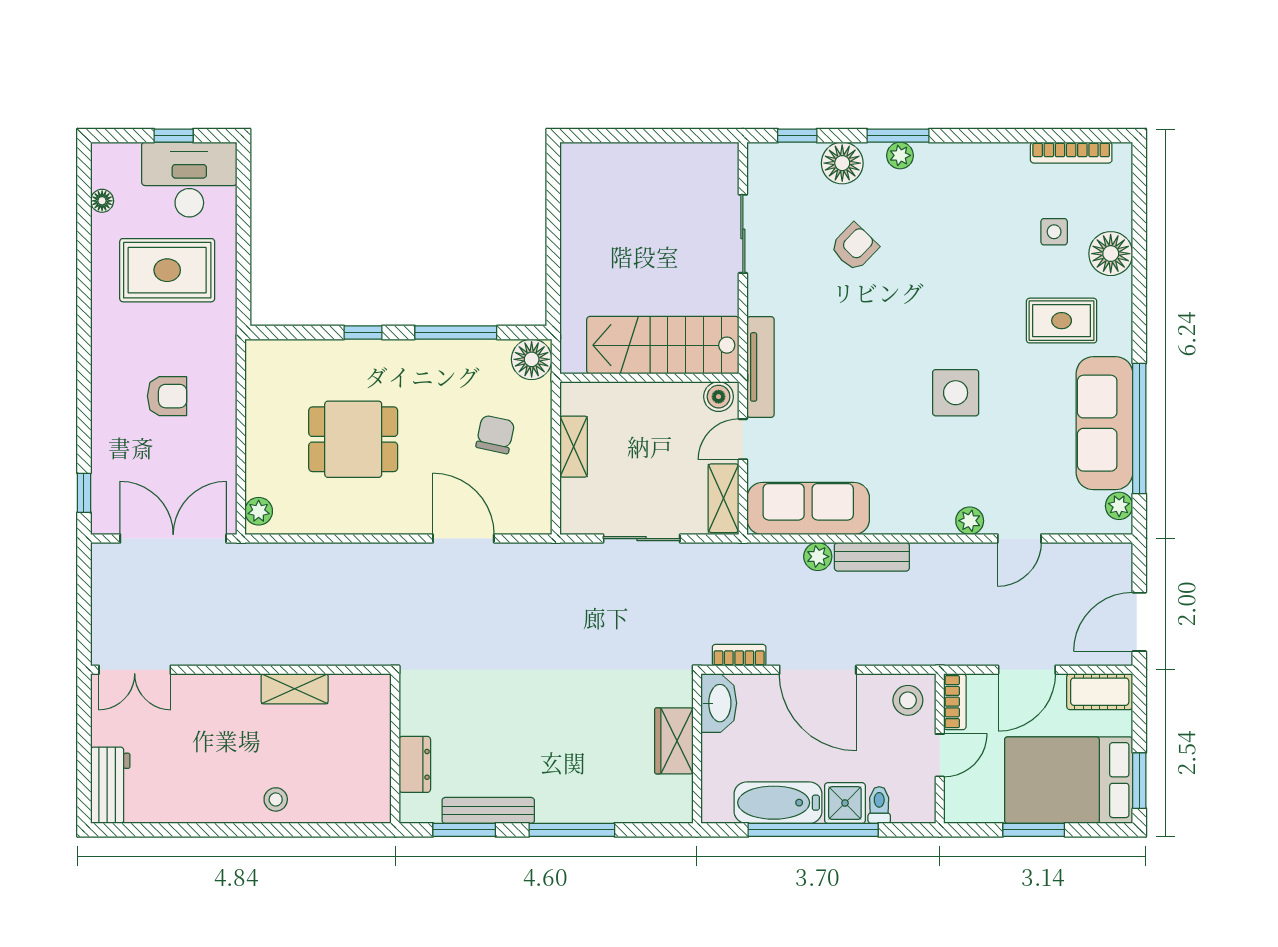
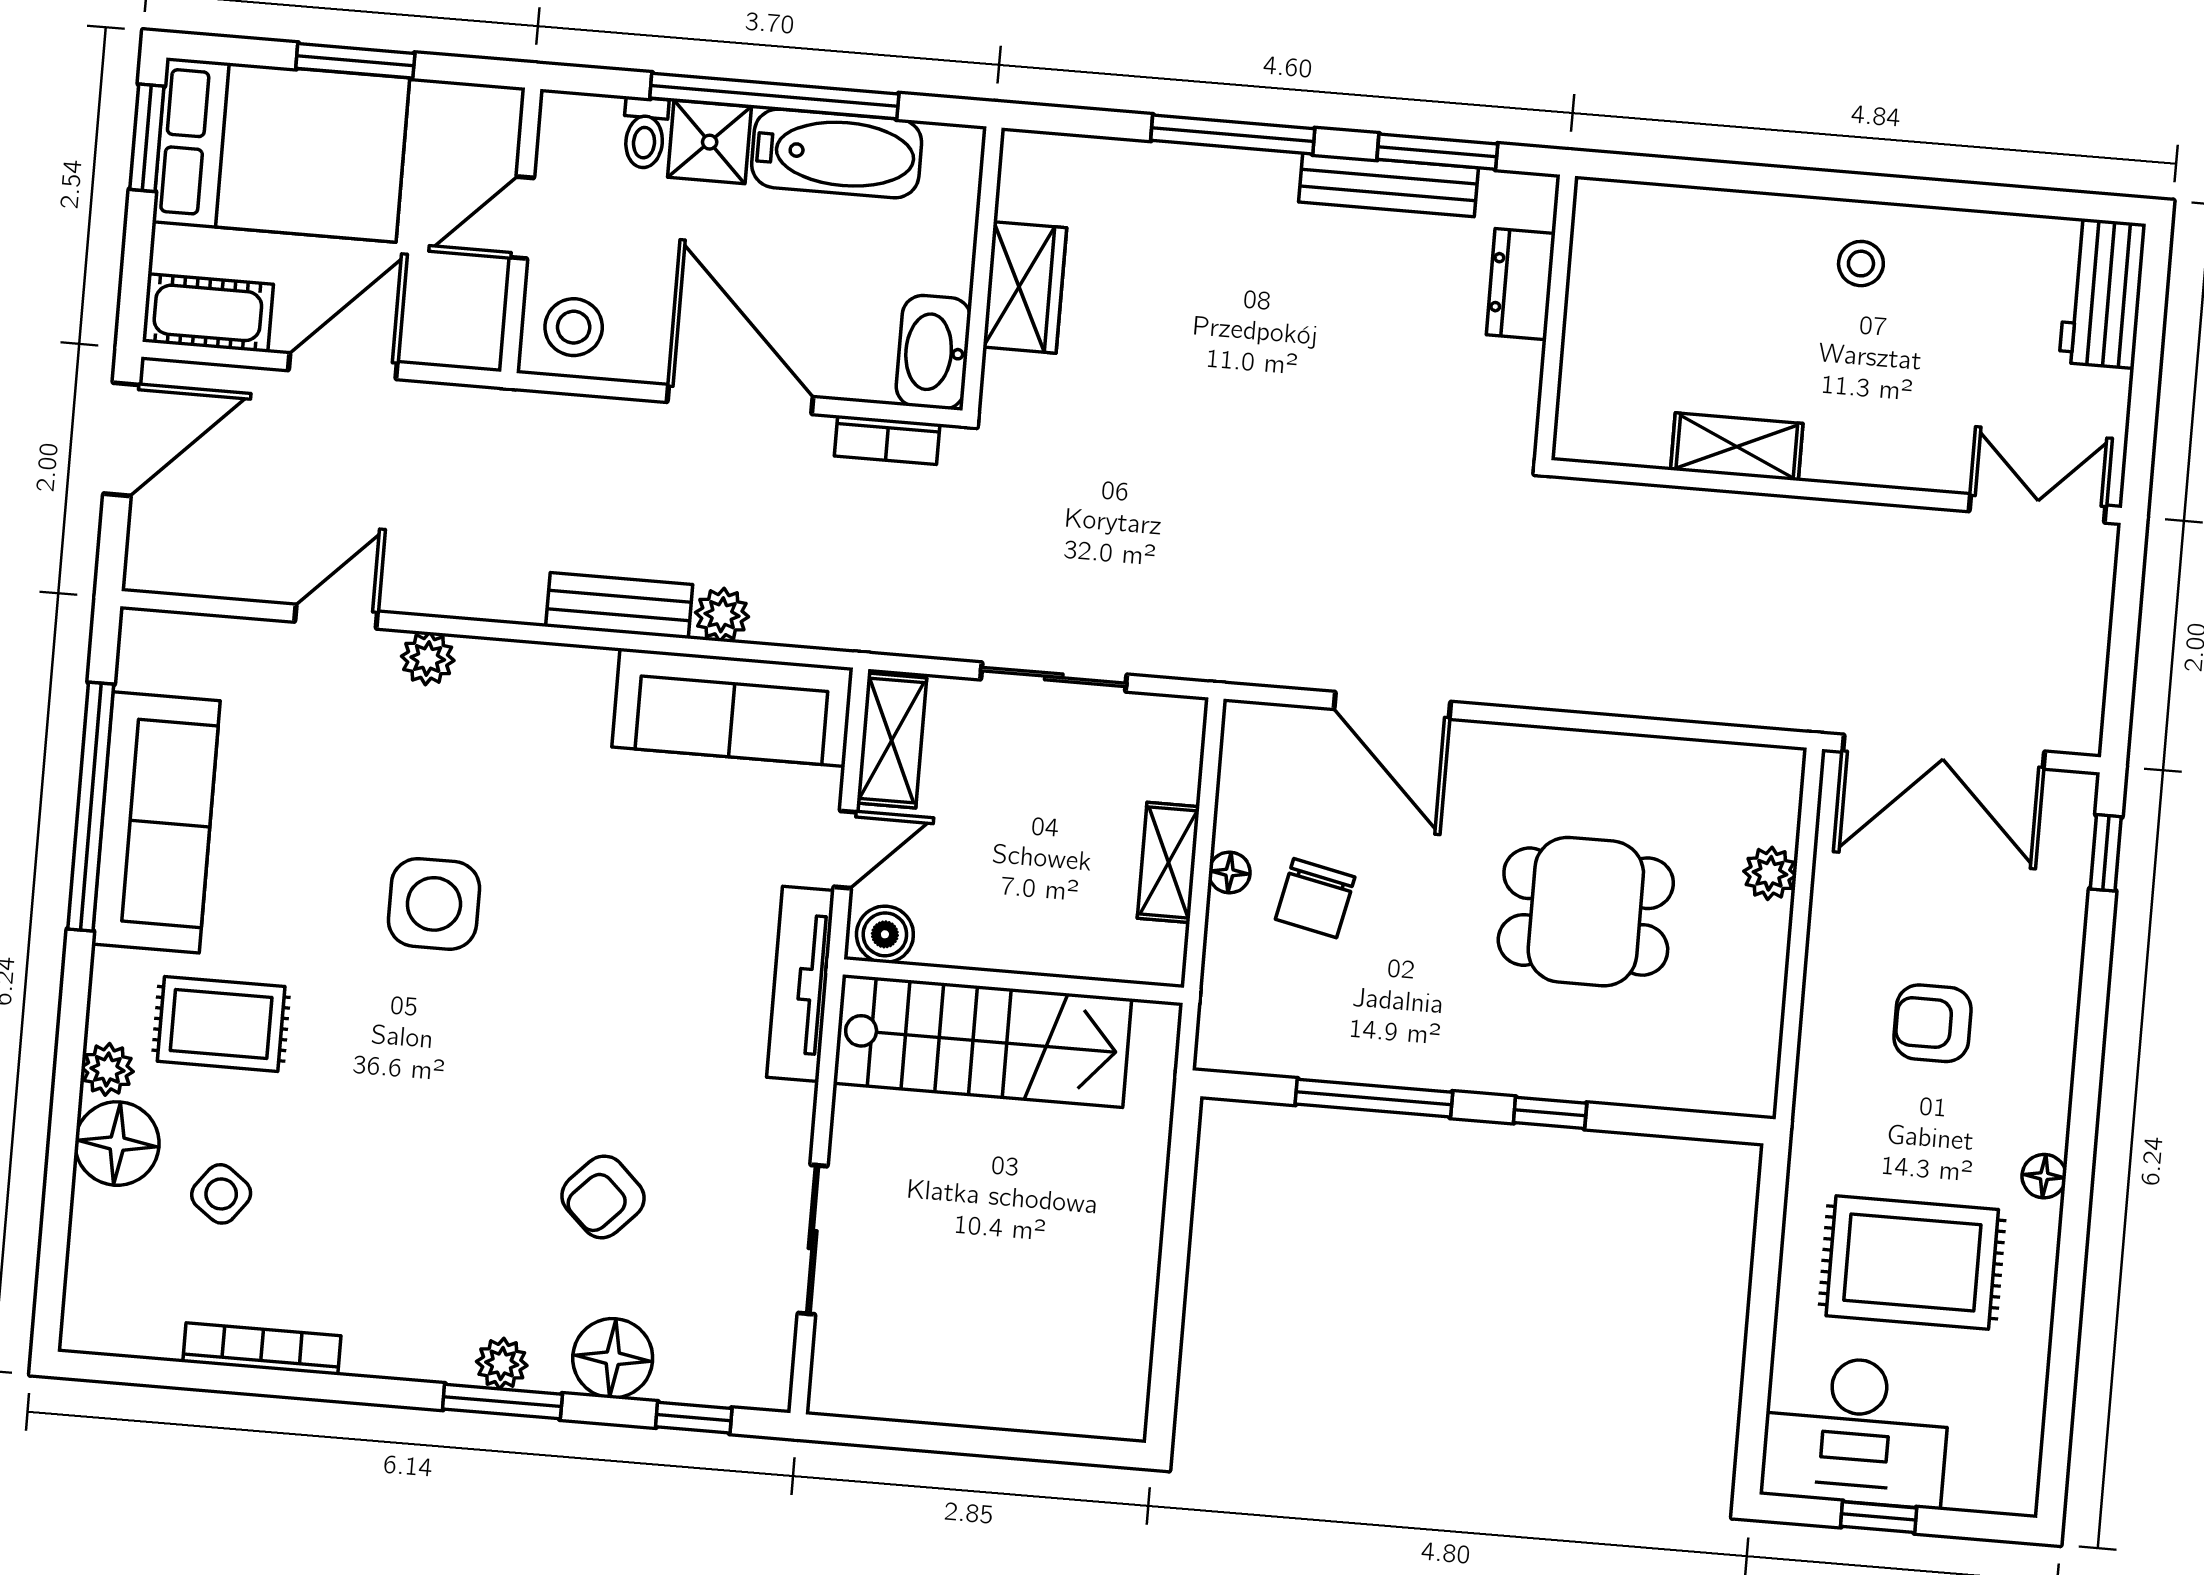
bookcase: (1071, 153) -> (262, 1349), moved
floor lamp: (102, 201) -> (2044, 1176), moved
side table: (1054, 232) -> (221, 1194), turned 37
floor lamp: (532, 359) -> (1229, 872), moved, width x0.53, depth x0.53
plant: (1119, 506) -> (107, 1069), moved
plant: (259, 511) -> (1770, 873), moved
bookcase: (955, 702) -> (485, 317), removed
stool: (276, 799) -> (1861, 264), moved

